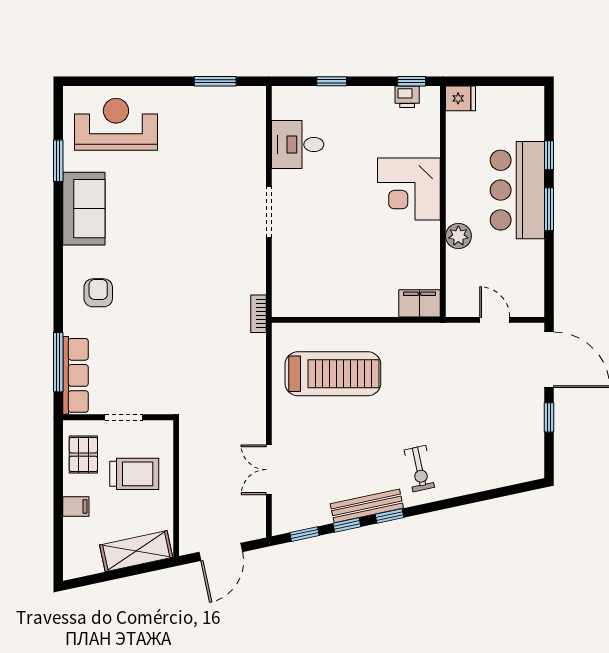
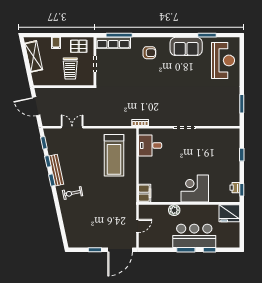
fridge: (460, 98) -> (229, 213), width x1.88, depth x1.34
desk: (298, 145) -> (150, 145), moved, turned -90
shelving: (136, 551) -> (34, 56), moved

